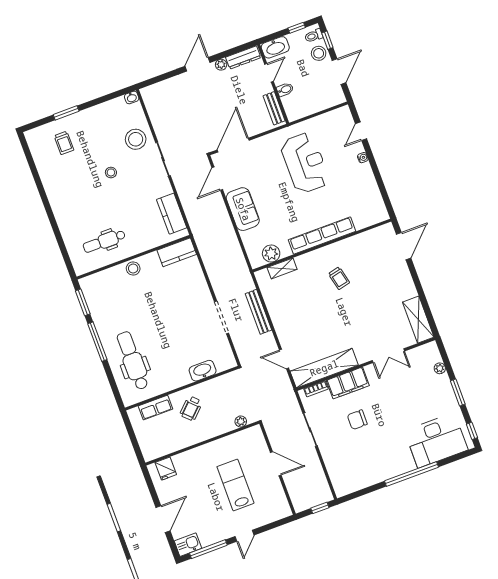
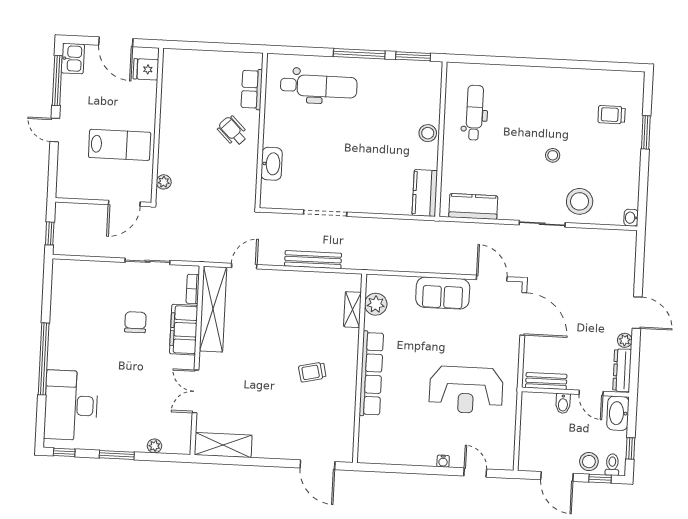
plant: (241, 421) -> (164, 182), moved
wall: (202, 443) -> (157, 125), moved
fridge: (166, 469) -> (146, 69), moved

